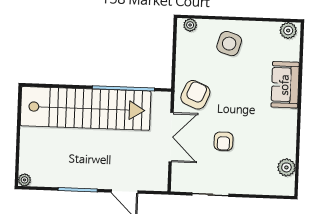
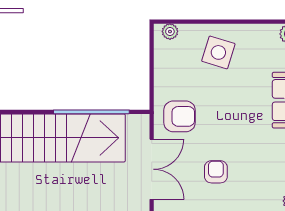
armchair: (195, 95) -> (180, 116), turned 67
armchair: (223, 141) -> (216, 172), turned 180

